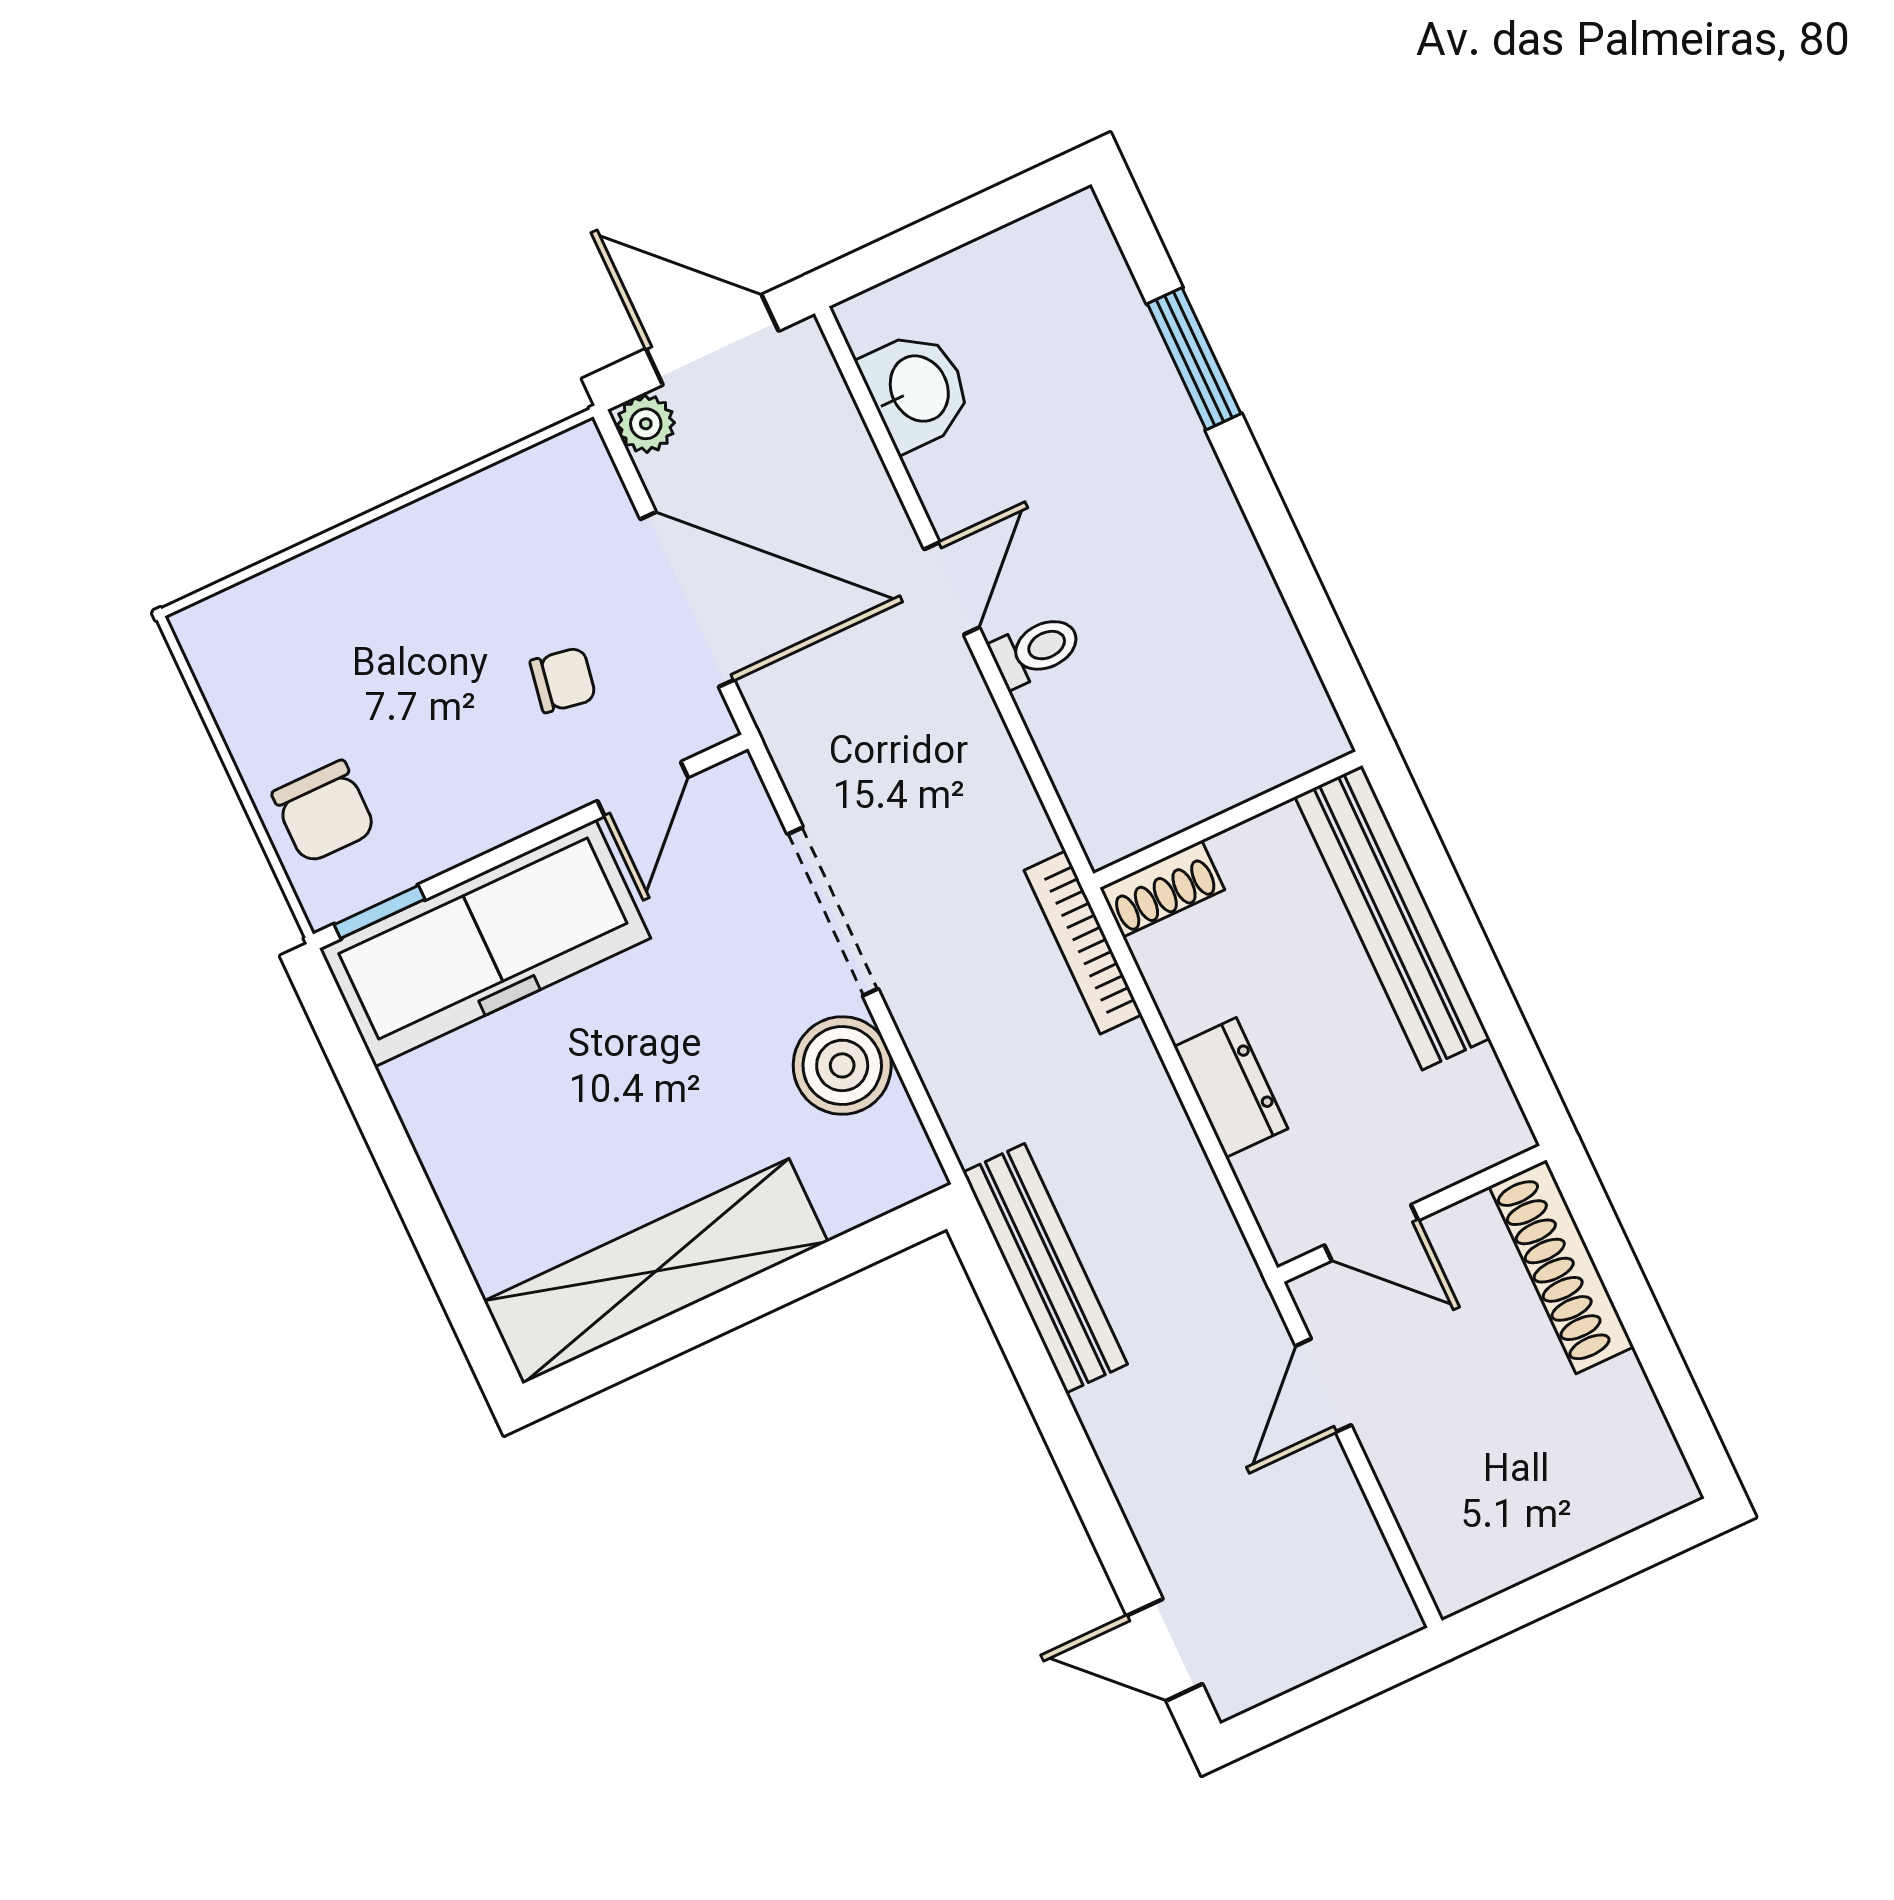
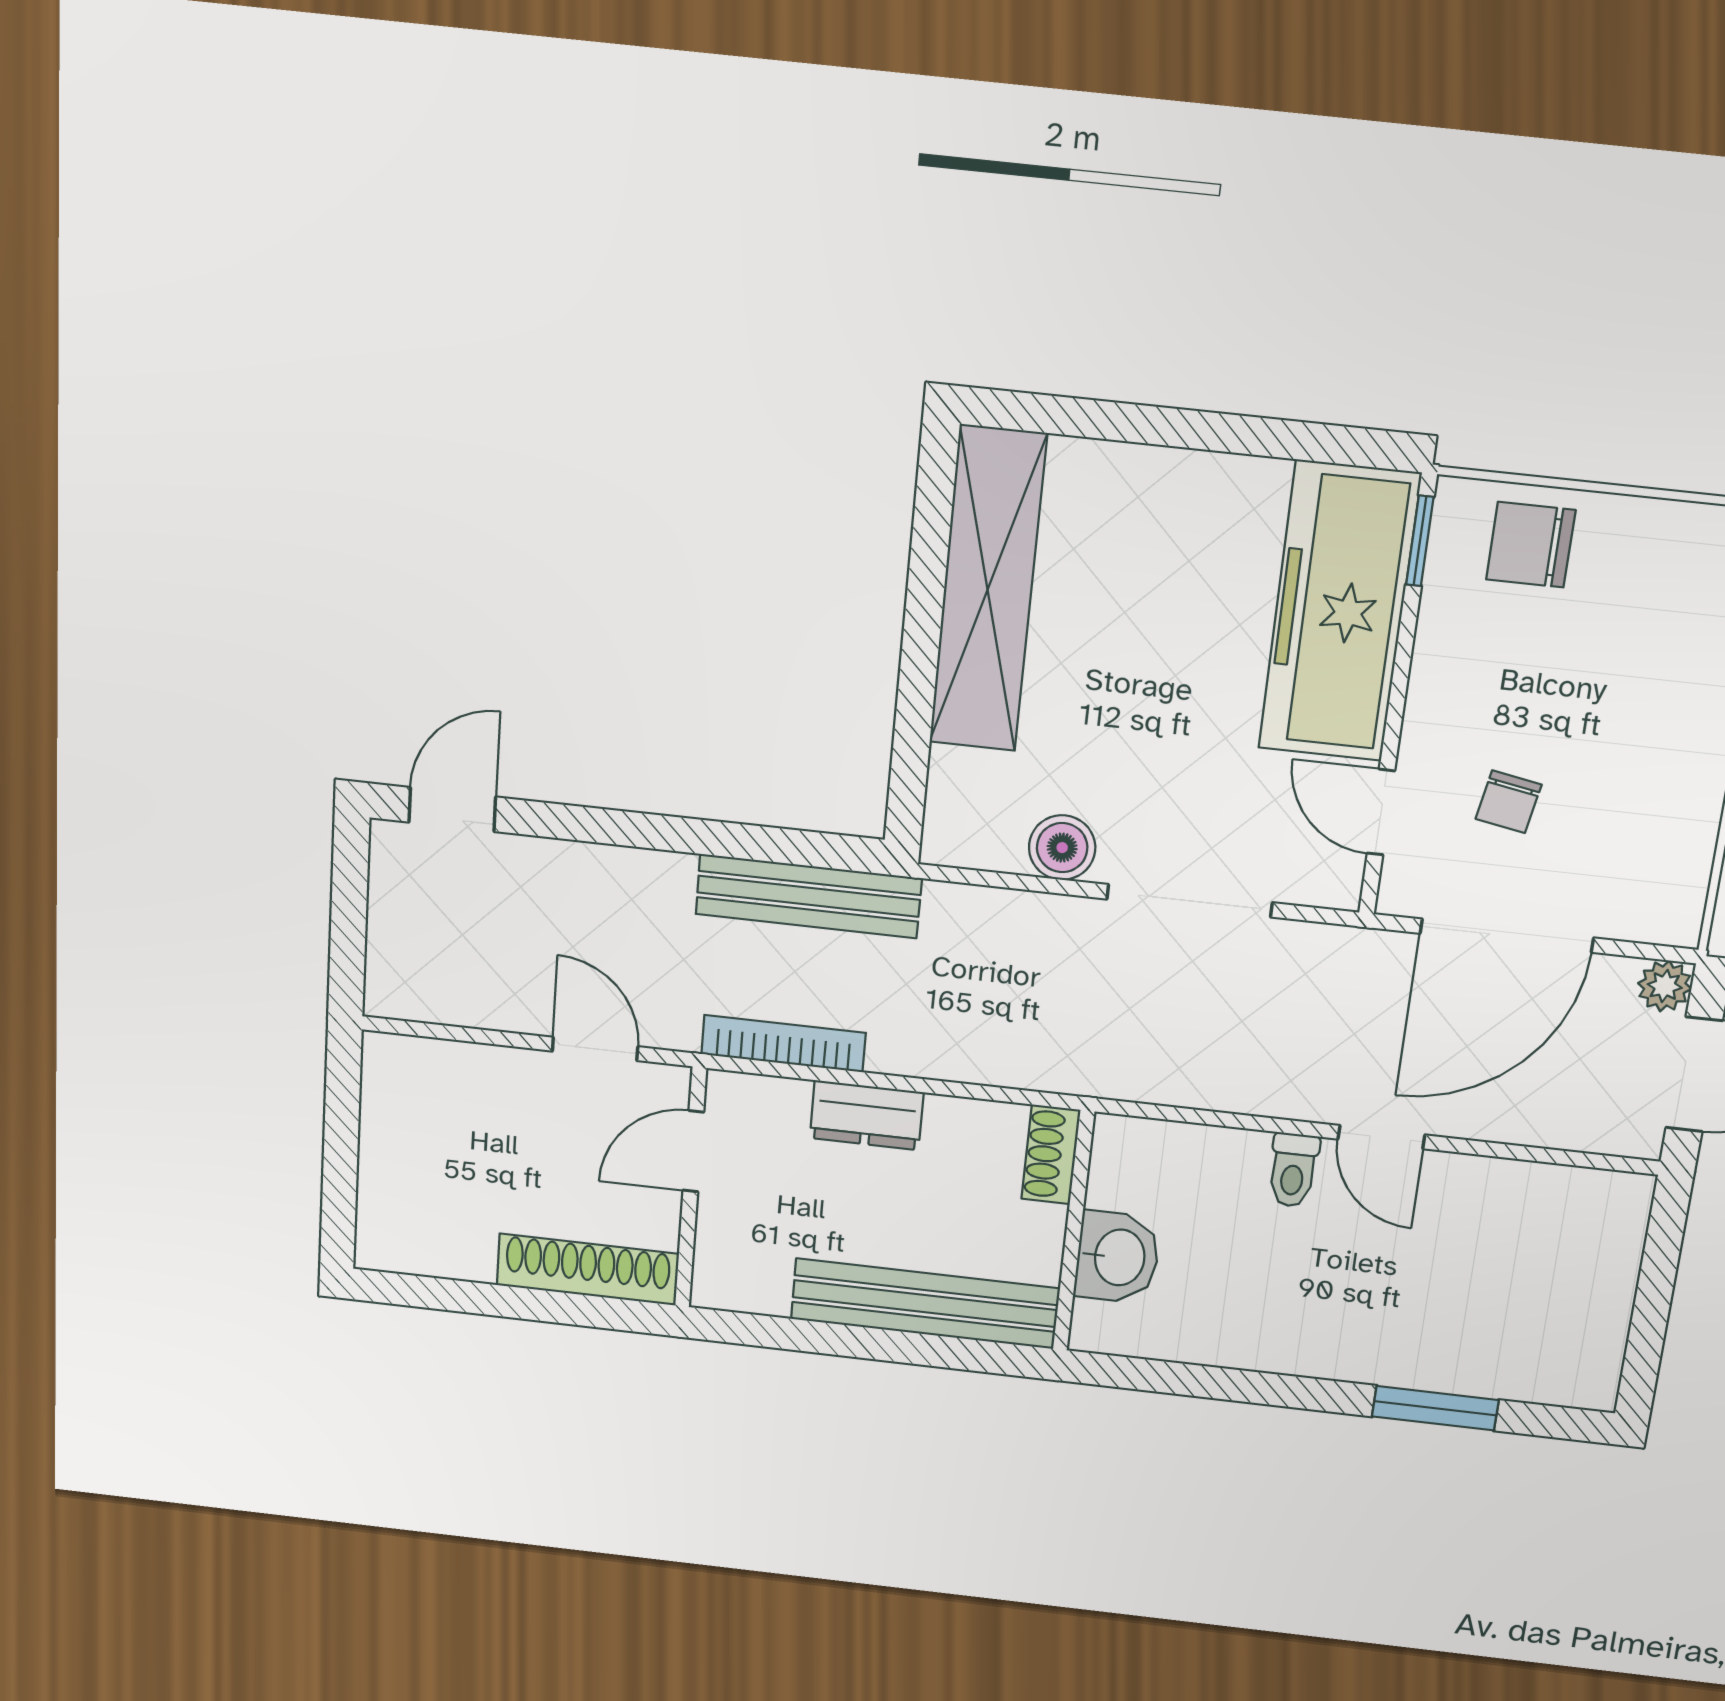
washbasin: (917, 390) -> (1117, 1257), moved, turned -90
bookcase: (1083, 943) -> (783, 1044), moved
boiler: (842, 1065) -> (1062, 848), width x0.73, depth x0.73

